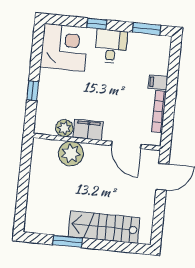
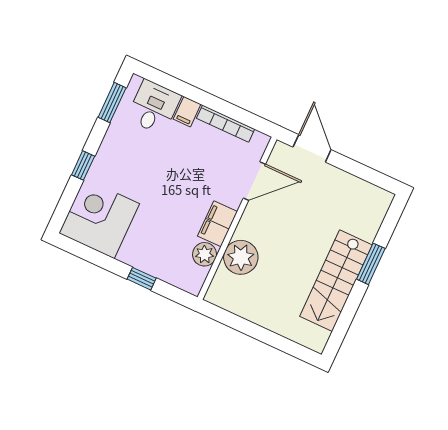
desk: (111, 46) -> (154, 107), moved, turned 90
stairs: (104, 227) -> (336, 281), moved
window: (67, 241) -> (371, 264), moved

